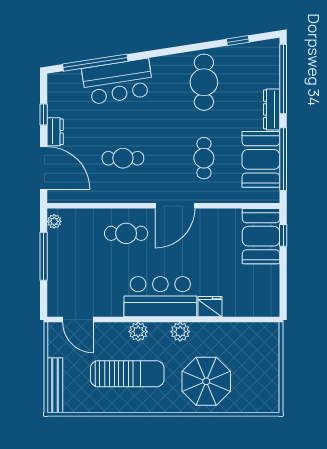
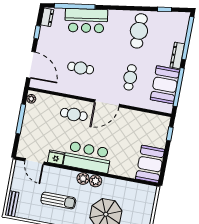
dresser: (55, 132) -> (47, 17), moved
booth: (261, 236) -> (150, 164), moved
fridge: (210, 307) -> (56, 157), moved
plant: (138, 332) -> (83, 178), moved
sun lounger: (127, 374) -> (58, 201), width x0.73, depth x0.75
bench: (55, 385) -> (12, 204), width x0.73

